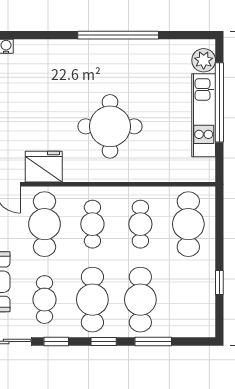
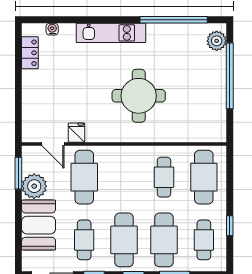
window: (118, 35) -> (174, 20), moved
kitchen unit: (204, 115) -> (111, 33), moved, turned -90
fridge: (44, 167) -> (76, 133), width x0.53, depth x0.75
cafe table: (92, 224) -> (204, 240), moved

